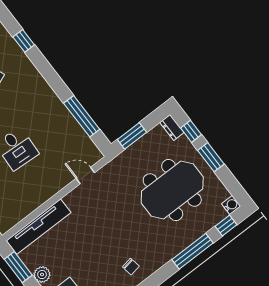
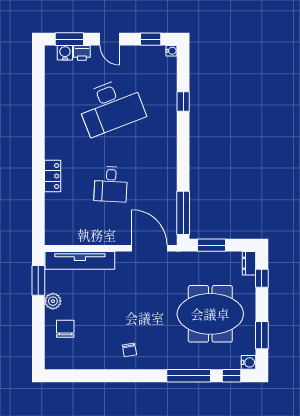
window: (82, 116) -> (183, 213), moved
window: (211, 157) -> (262, 335), moved
door: (85, 176) -> (149, 248), width x1.88

